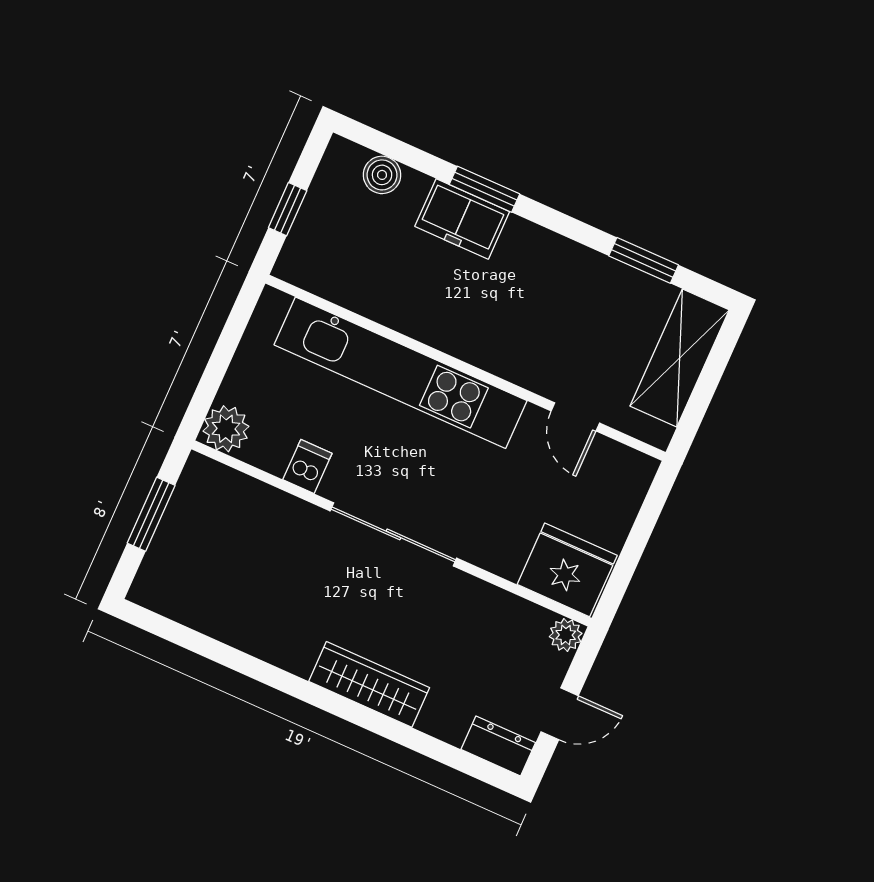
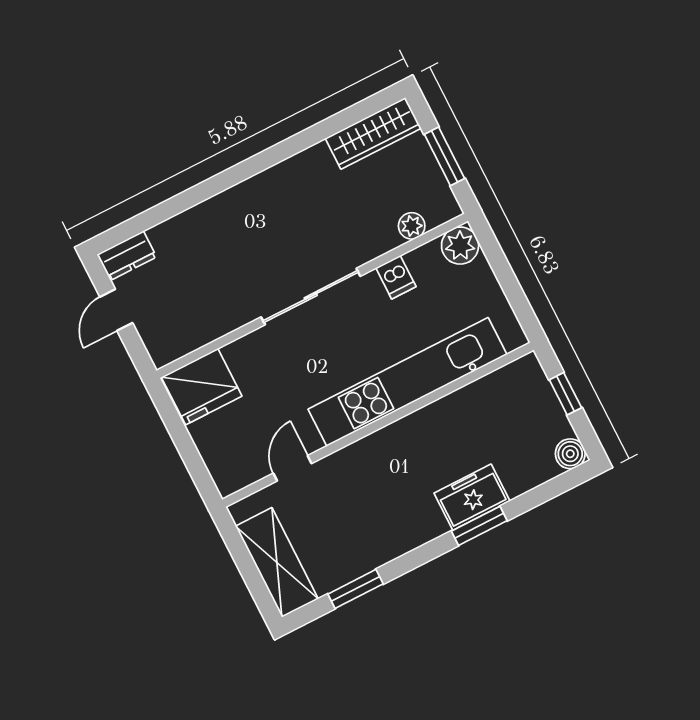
boiler: (382, 175) -> (570, 454), moved
door: (575, 417) -> (292, 468), hinge flipped
plant: (566, 635) -> (412, 226), moved
wardrobe: (369, 684) -> (373, 133), moved

